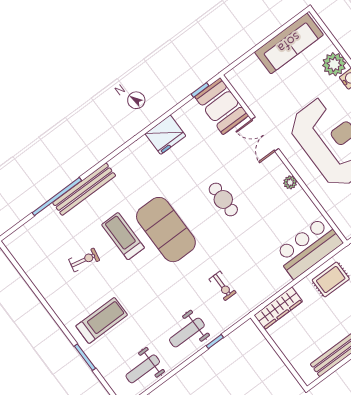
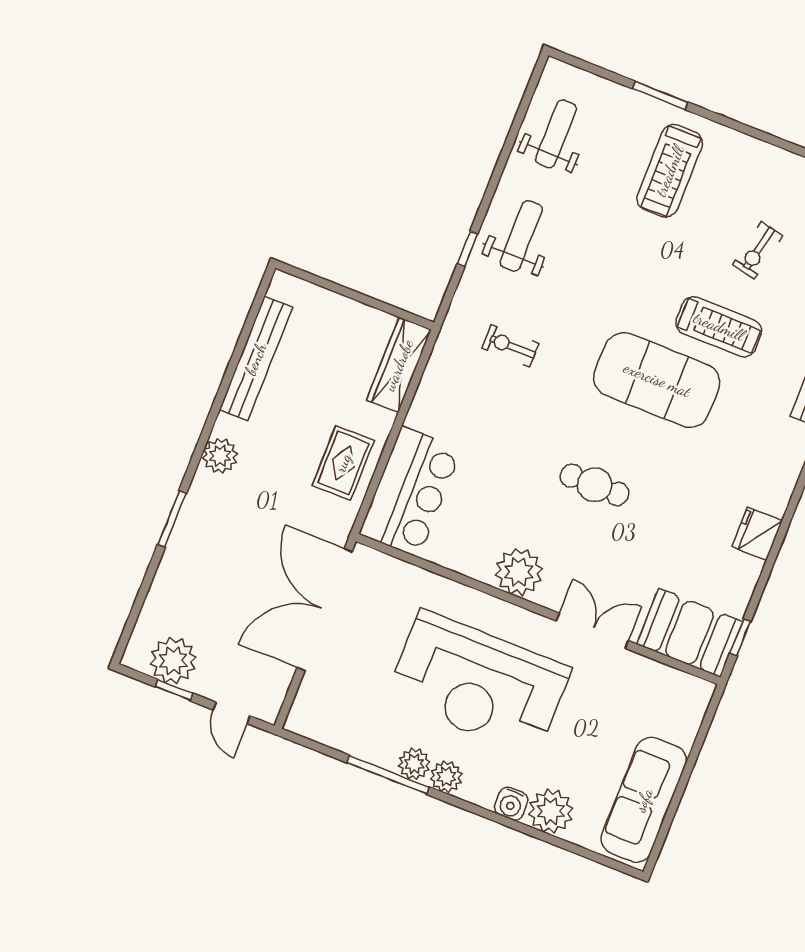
fridge: (165, 135) -> (757, 534), width x0.73, depth x0.75
plant: (290, 182) -> (519, 572), width x1.87, depth x1.87

